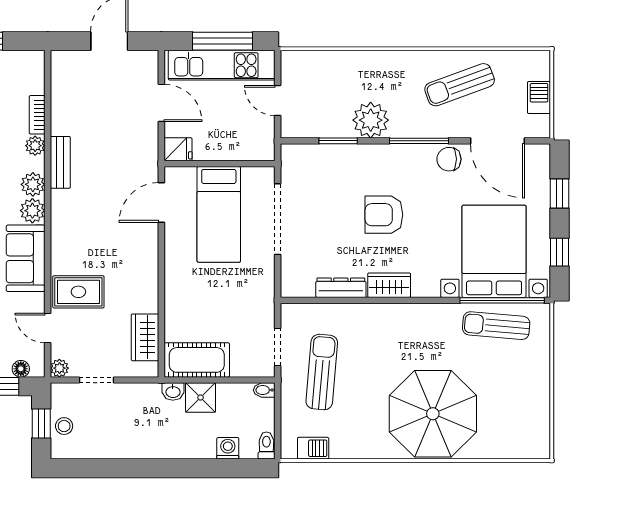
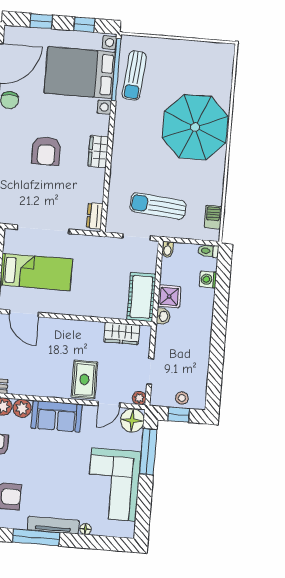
dresser: (341, 288) -> (95, 216), moved, width x0.70
floor lamp: (21, 369) -> (132, 420), width x1.89, depth x1.89

